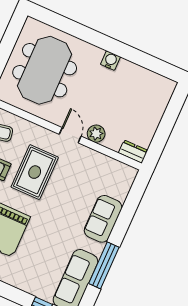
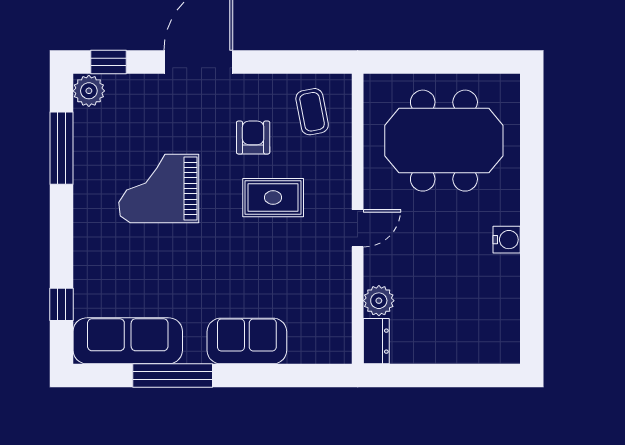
plant: (96, 134) -> (379, 301), moved
rug: (35, 172) -> (273, 198), width x0.73, depth x0.70

